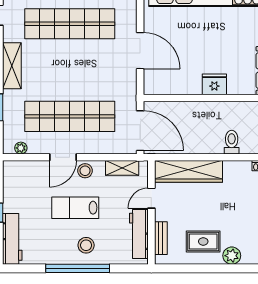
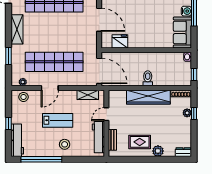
fridge: (214, 84) -> (120, 41), moved
toilet: (232, 142) -> (148, 78), moved
stool: (85, 171) -> (23, 97), moved
wardrobe: (189, 171) -> (148, 97), moved
lab bench: (75, 208) -> (58, 120), turned 180
window: (78, 268) -> (41, 159), moved

